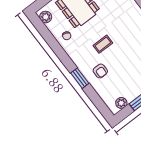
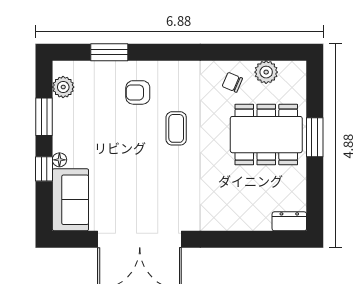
plant: (46, 17) -> (266, 72), moved
window: (80, 78) -> (109, 52), moved

